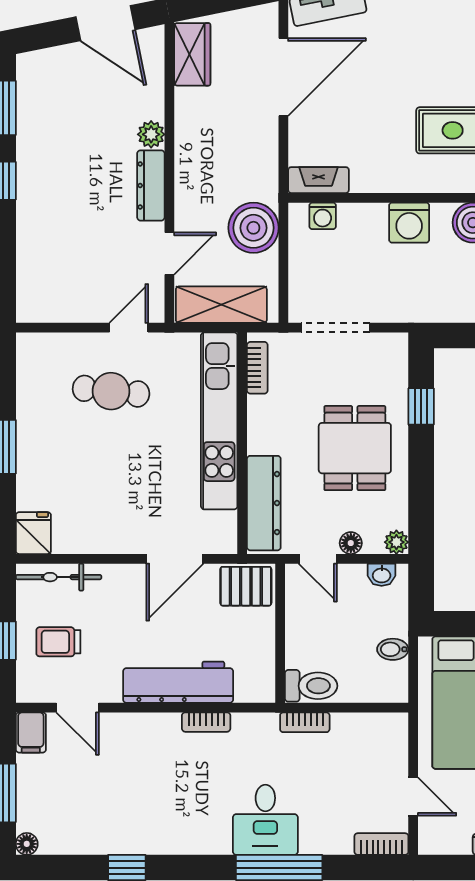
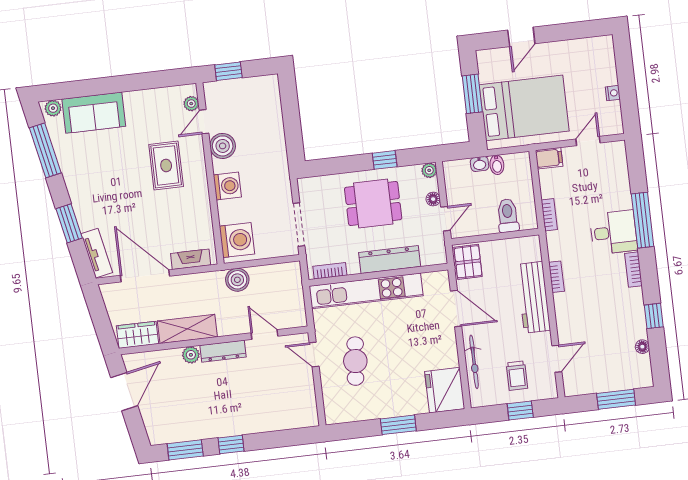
fireplace: (318, 180) -> (191, 259), moved, turned 90
washing machine: (323, 216) -> (237, 240), width x1.89, depth x1.89
boiler: (253, 228) -> (237, 280), width x0.73, depth x0.73
shelving: (221, 305) -> (187, 329), moved, turned 90
window: (421, 406) -> (385, 160), moved
dresser: (264, 503) -> (390, 260), moved
fridge: (33, 533) -> (445, 390), width x1.88, depth x1.34
washbasin: (382, 575) -> (480, 164), moved, turned 90
bicycle: (59, 577) -> (474, 362), moved
toilet: (311, 686) -> (508, 216), moved
filing cabinet: (31, 732) -> (549, 158), moved
floor lamp: (27, 844) -> (642, 347), moved
bookcase: (381, 844) -> (633, 270), moved

